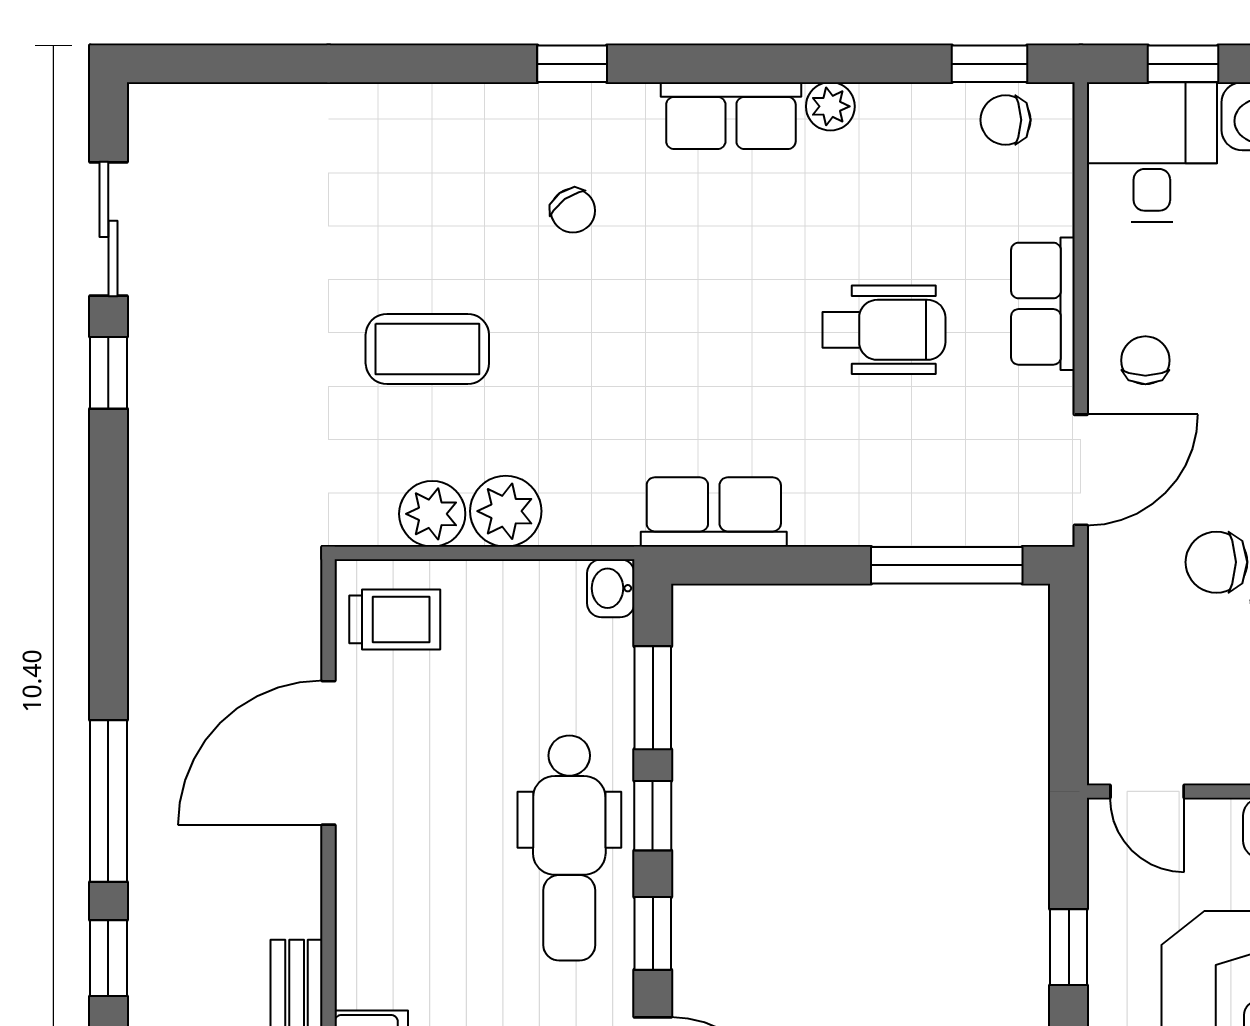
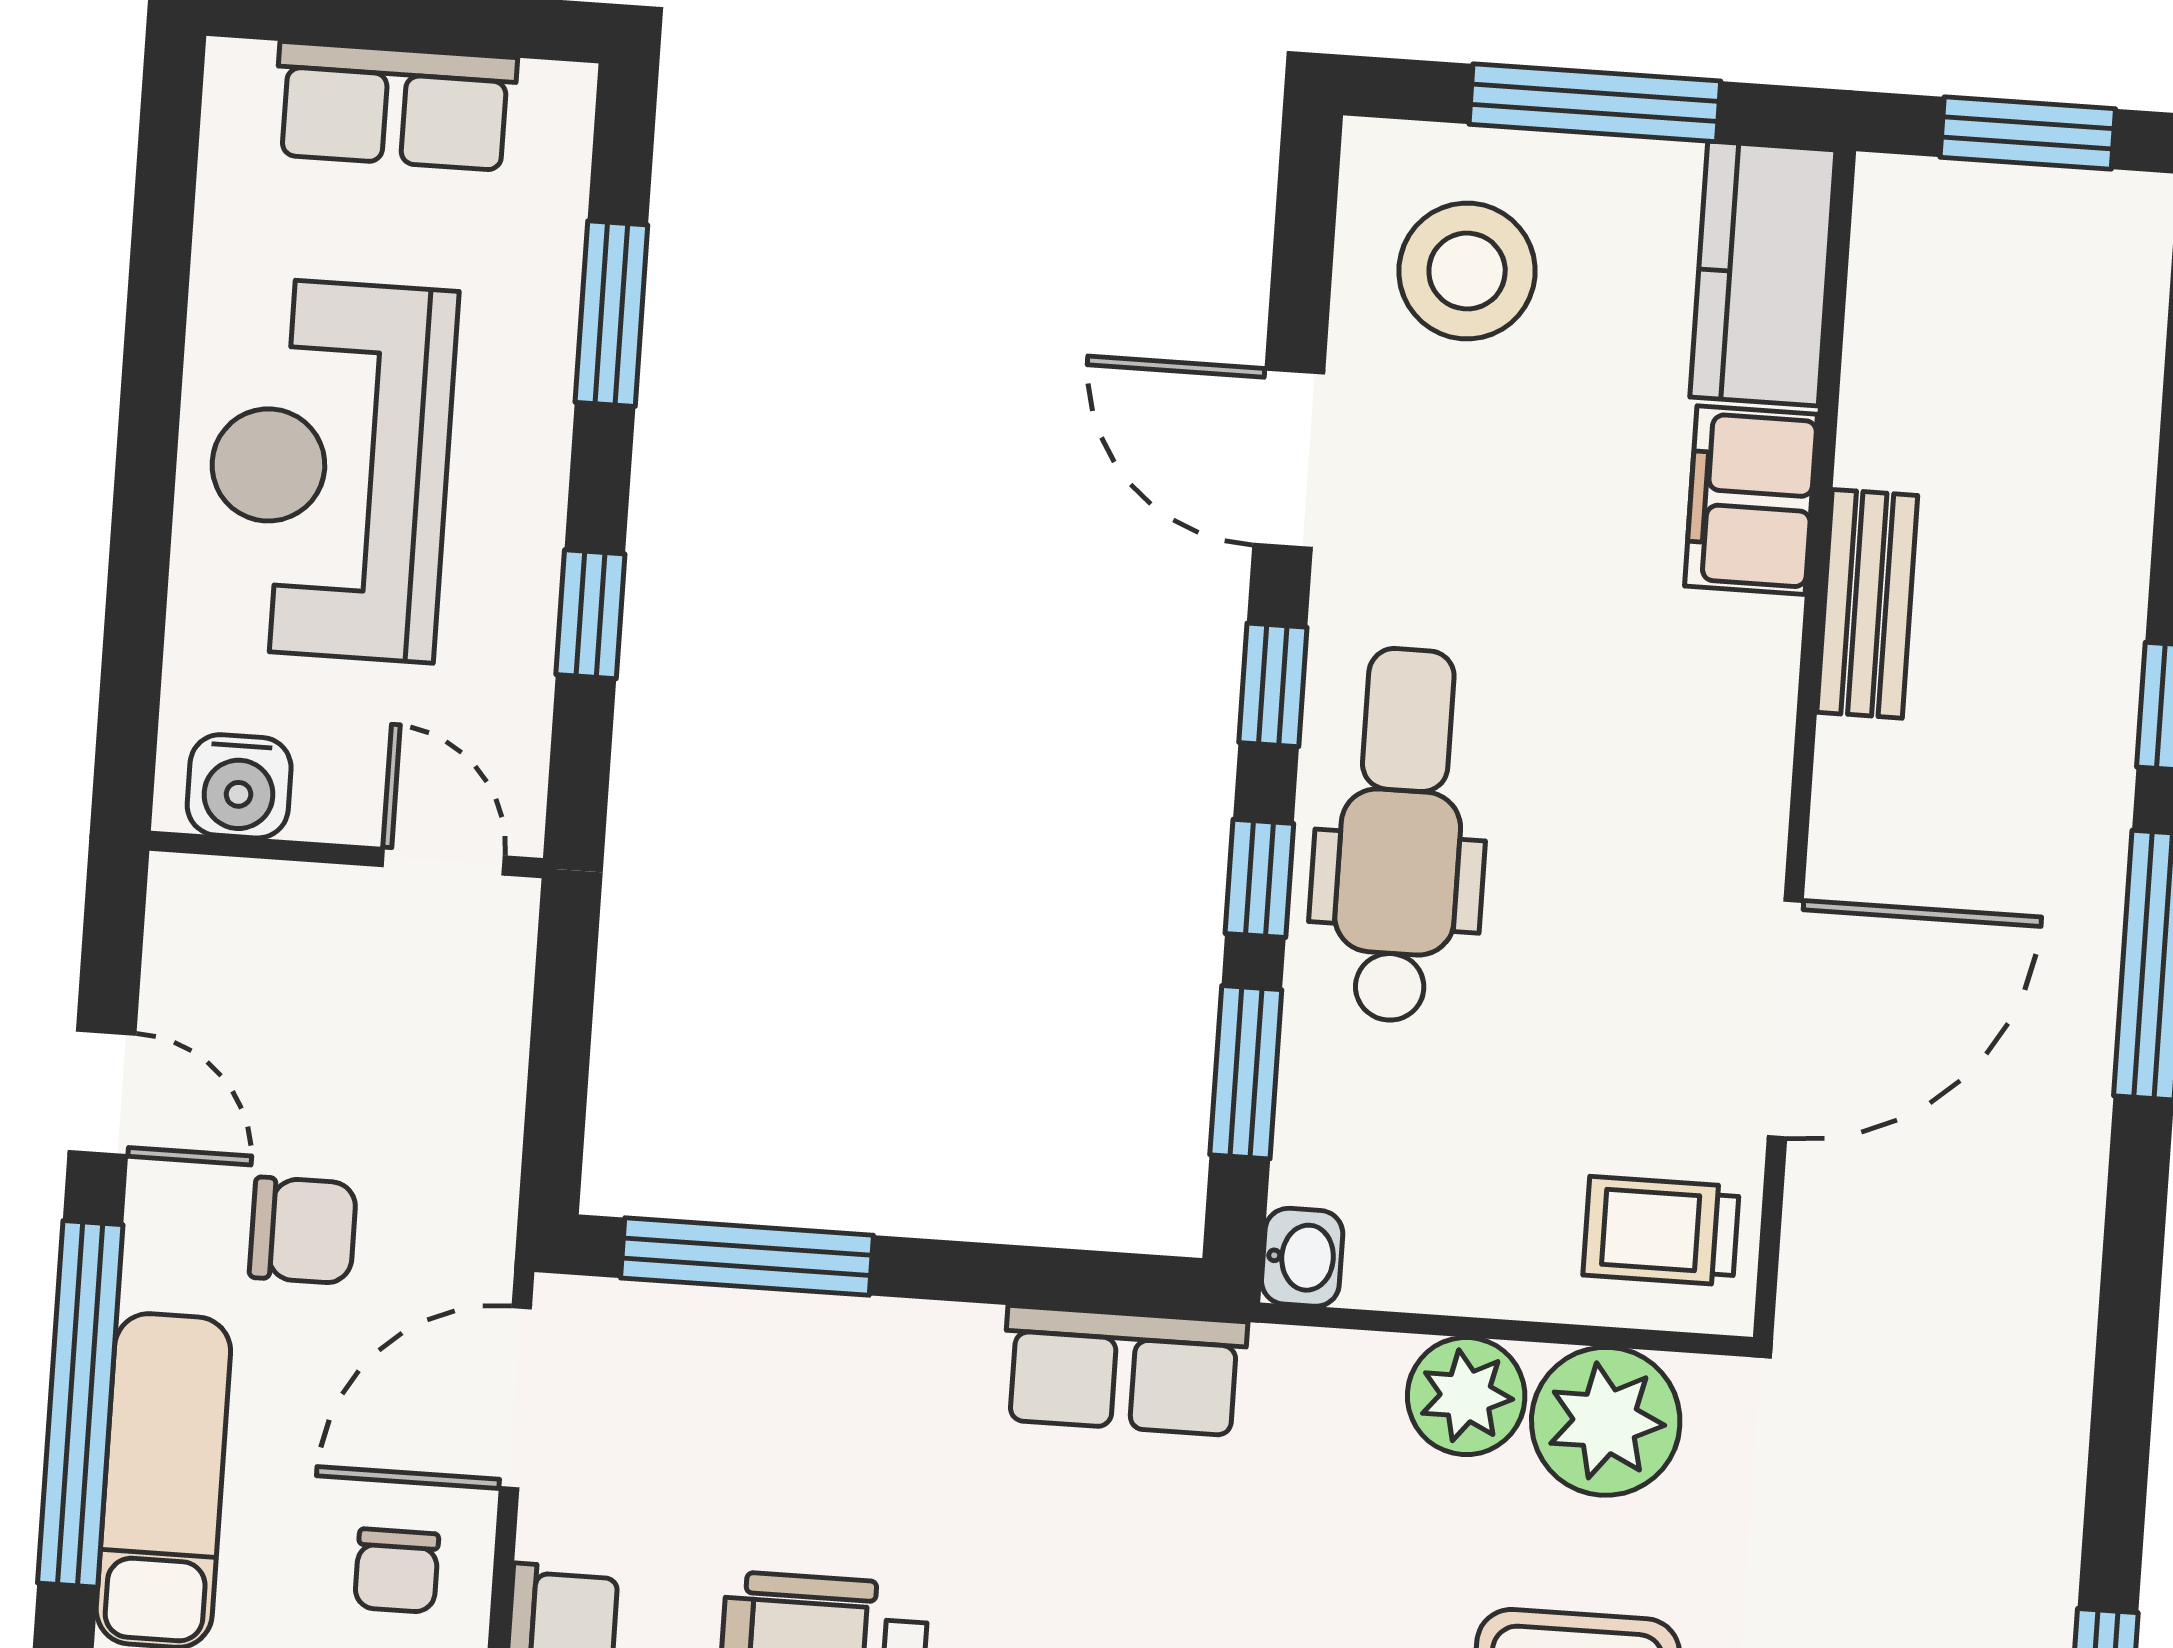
plant: (432, 514) -> (1606, 1421), width x1.36, depth x1.36

